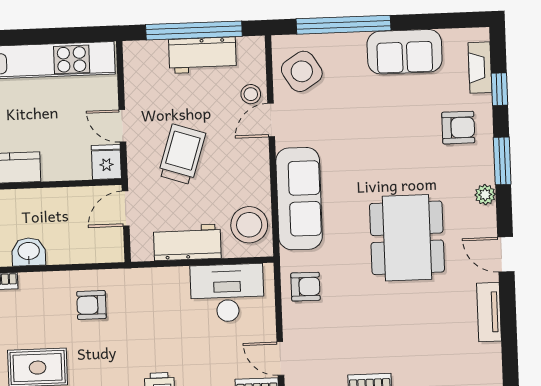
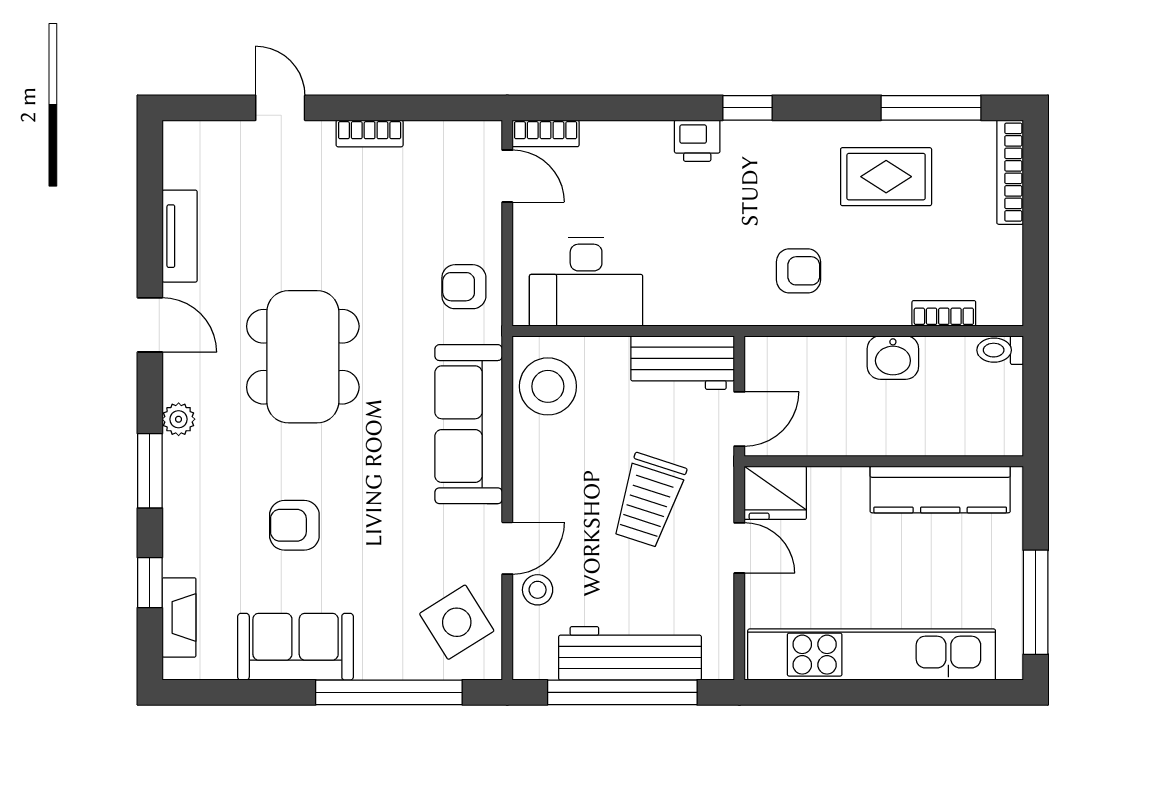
workbench: (202, 55) -> (630, 653), width x1.38
armchair: (458, 128) -> (294, 525), moved
fridge: (106, 162) -> (775, 493), width x1.38
workbench: (187, 242) -> (683, 363), moved

